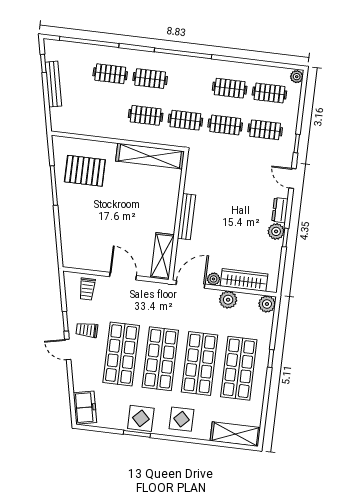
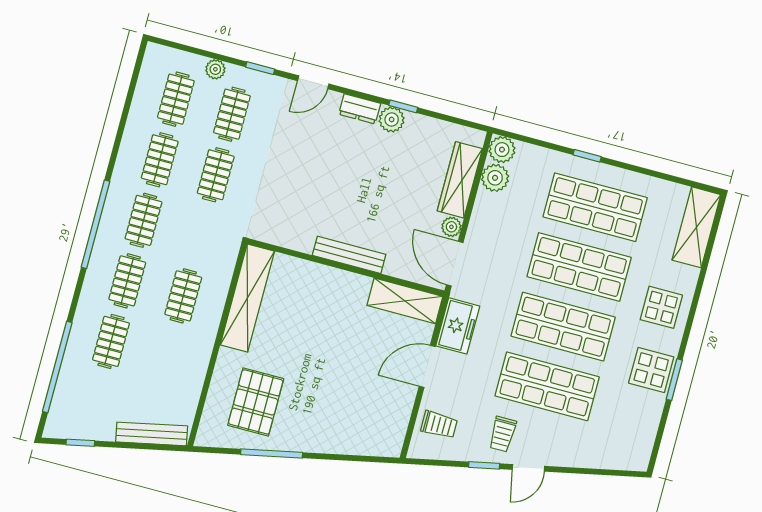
plant: (297, 77) -> (215, 69), moved
bench: (53, 84) -> (152, 434), moved
clothes rail: (185, 120) -> (143, 220), moved
plant: (228, 300) -> (495, 178), moved
freezer: (85, 408) -> (458, 326), moved, turned 102

